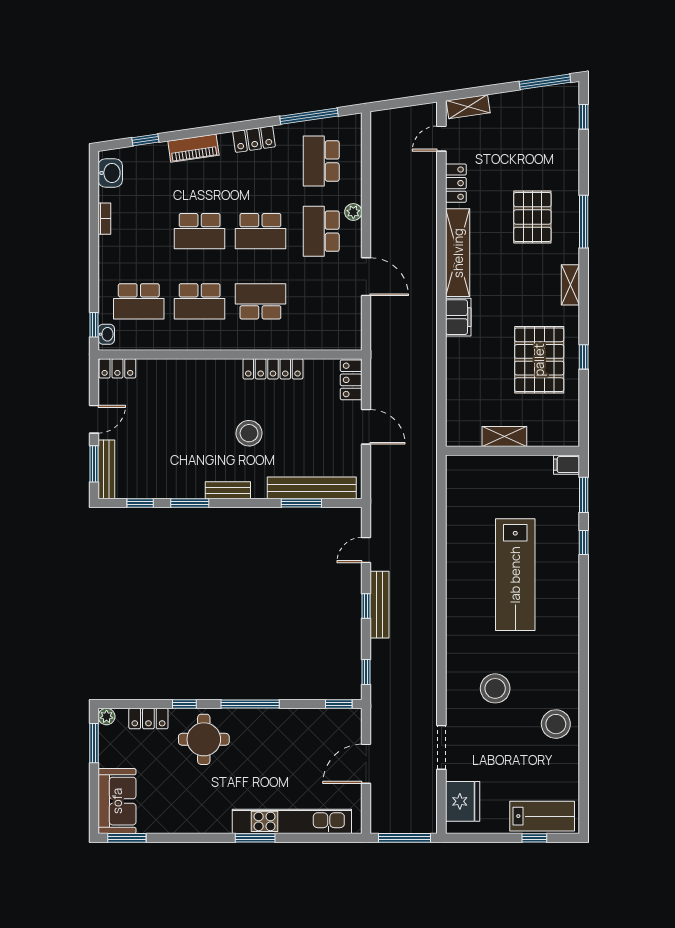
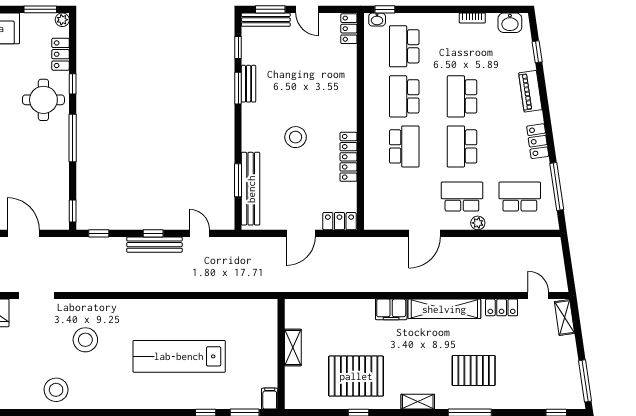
bench: (228, 490) -> (249, 84), moved

